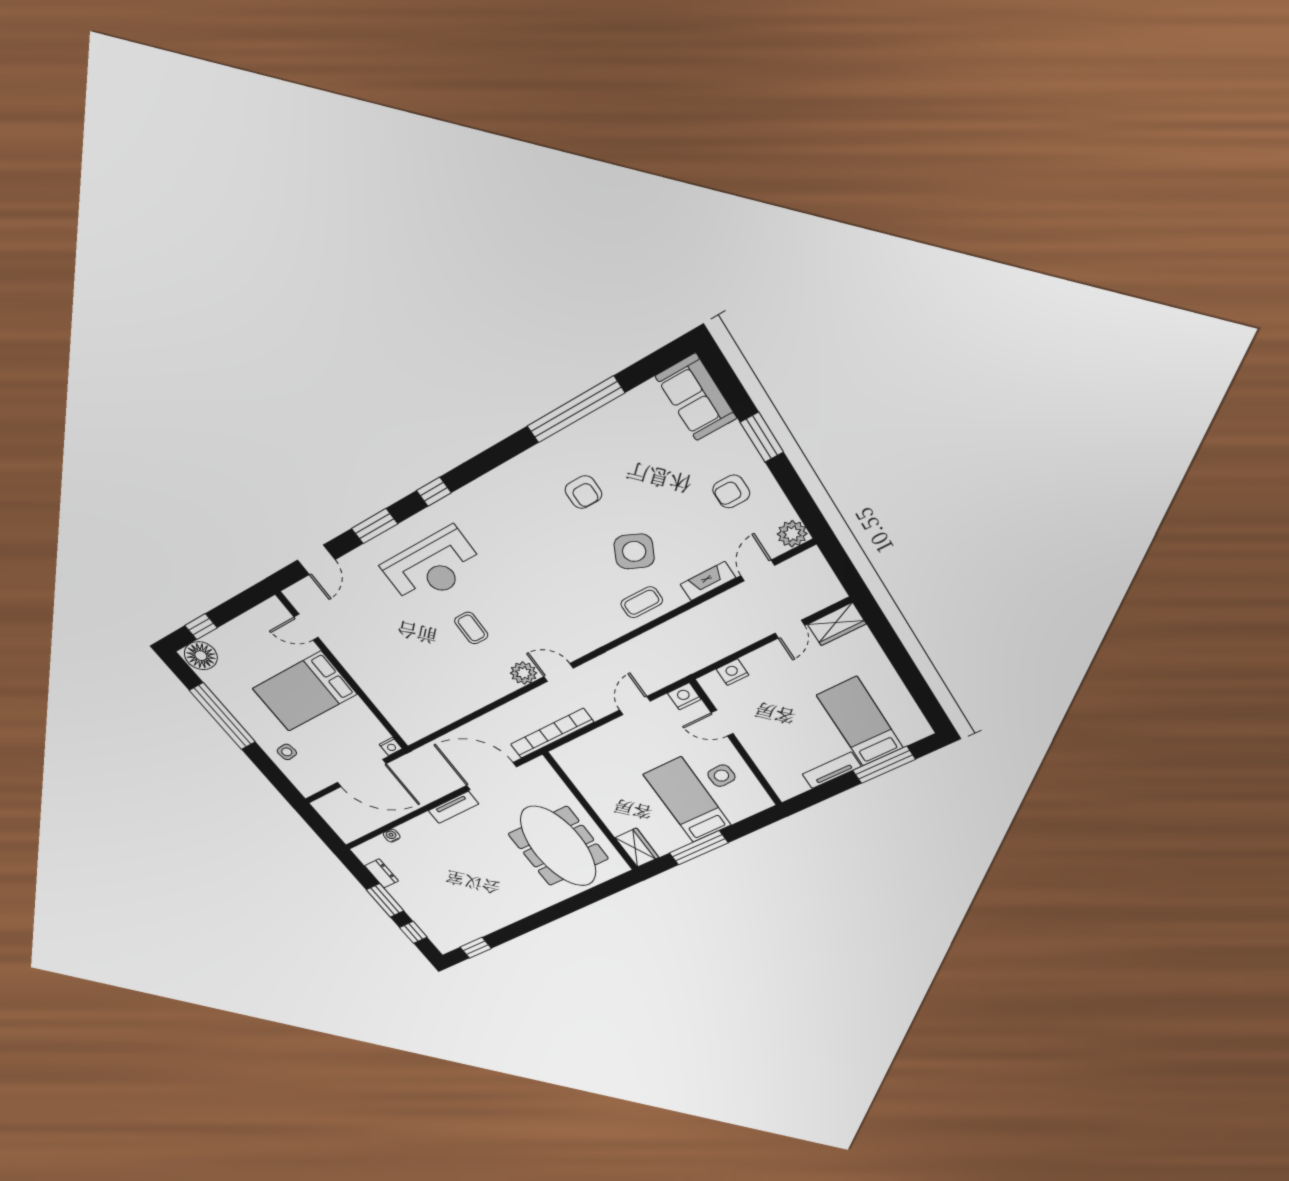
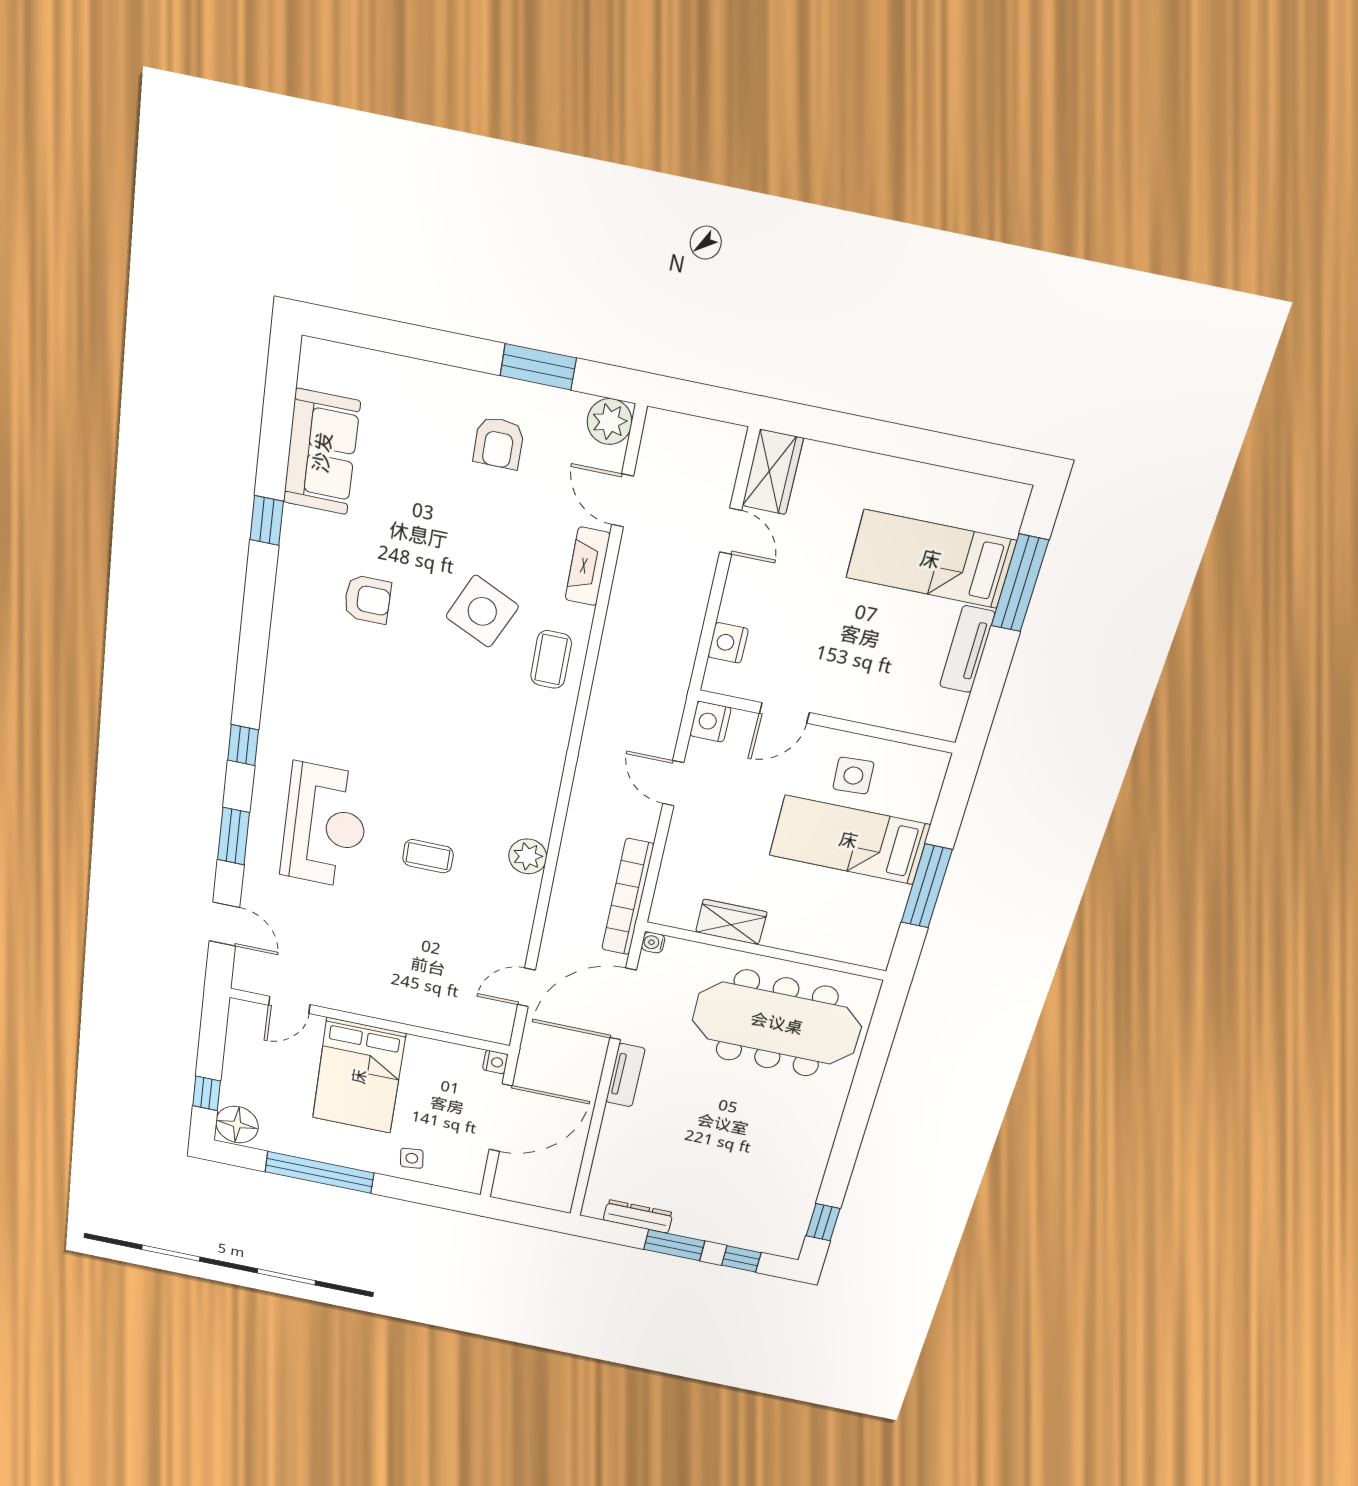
sofa: (696, 397) -> (322, 452), moved, turned -90
window: (576, 410) -> (267, 520), width x0.32
window: (762, 437) -> (538, 367), moved
door: (559, 672) -> (526, 987), moved
water cooler: (392, 836) -> (653, 943), moved
wardrobe: (637, 848) -> (731, 922), moved
dresser: (382, 873) -> (638, 1216), width x1.44

